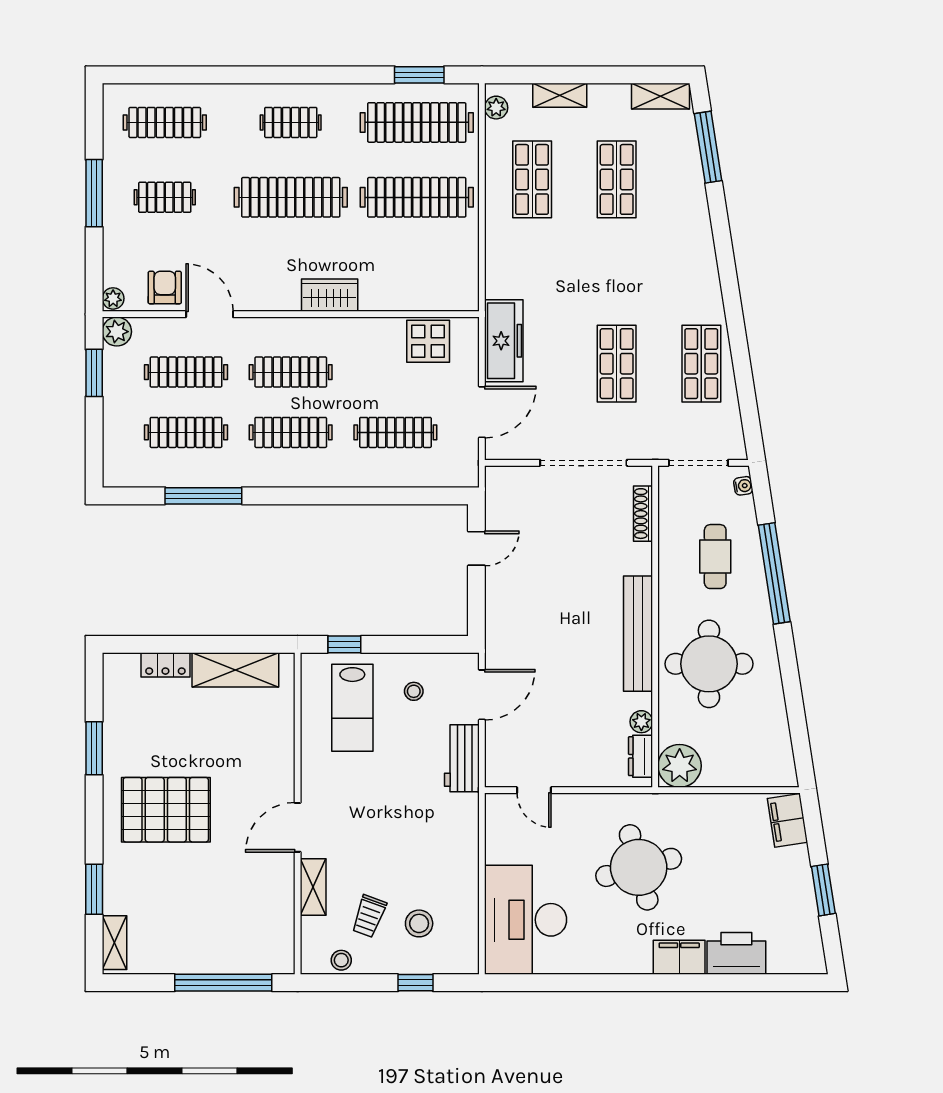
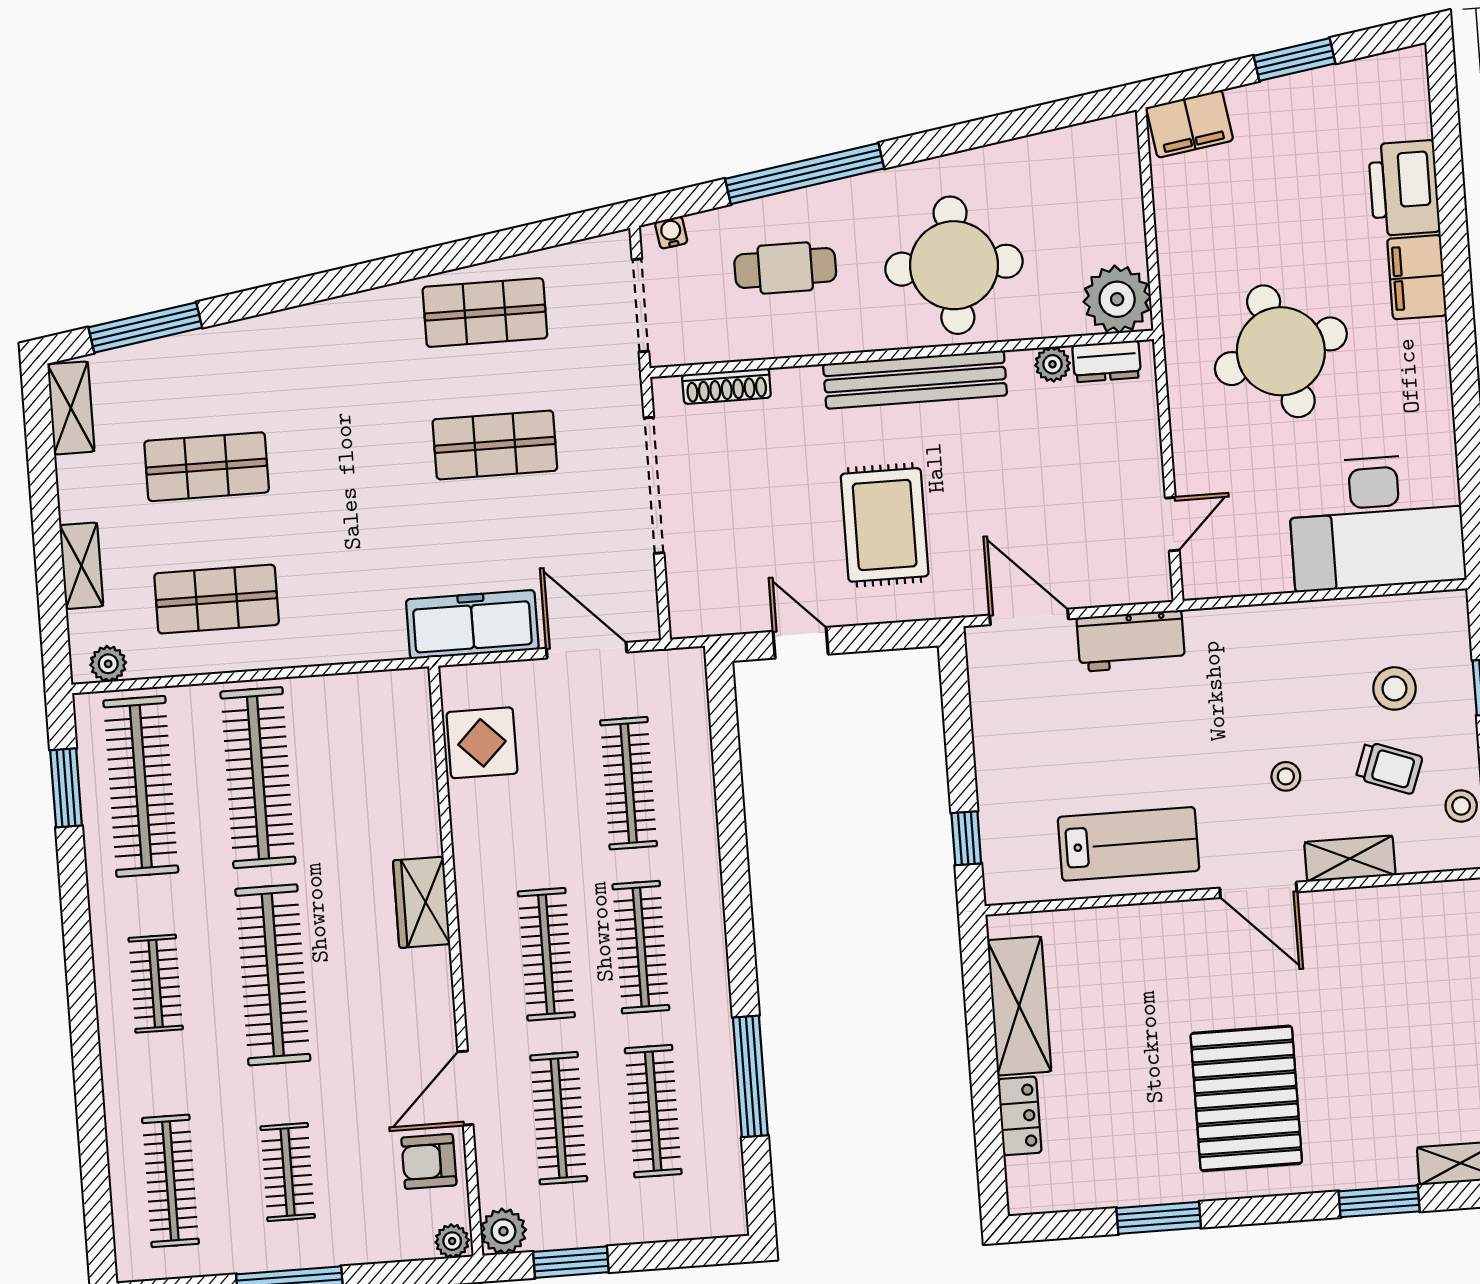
rug: (547, 607) -> (885, 525), added
stool: (414, 691) -> (1286, 776), moved
lab bench: (352, 708) -> (1128, 844), moved

